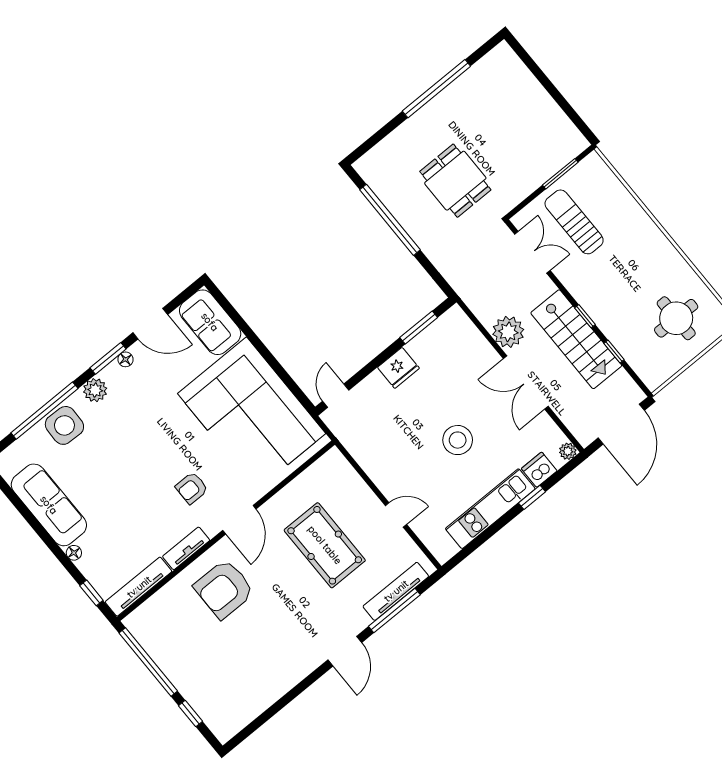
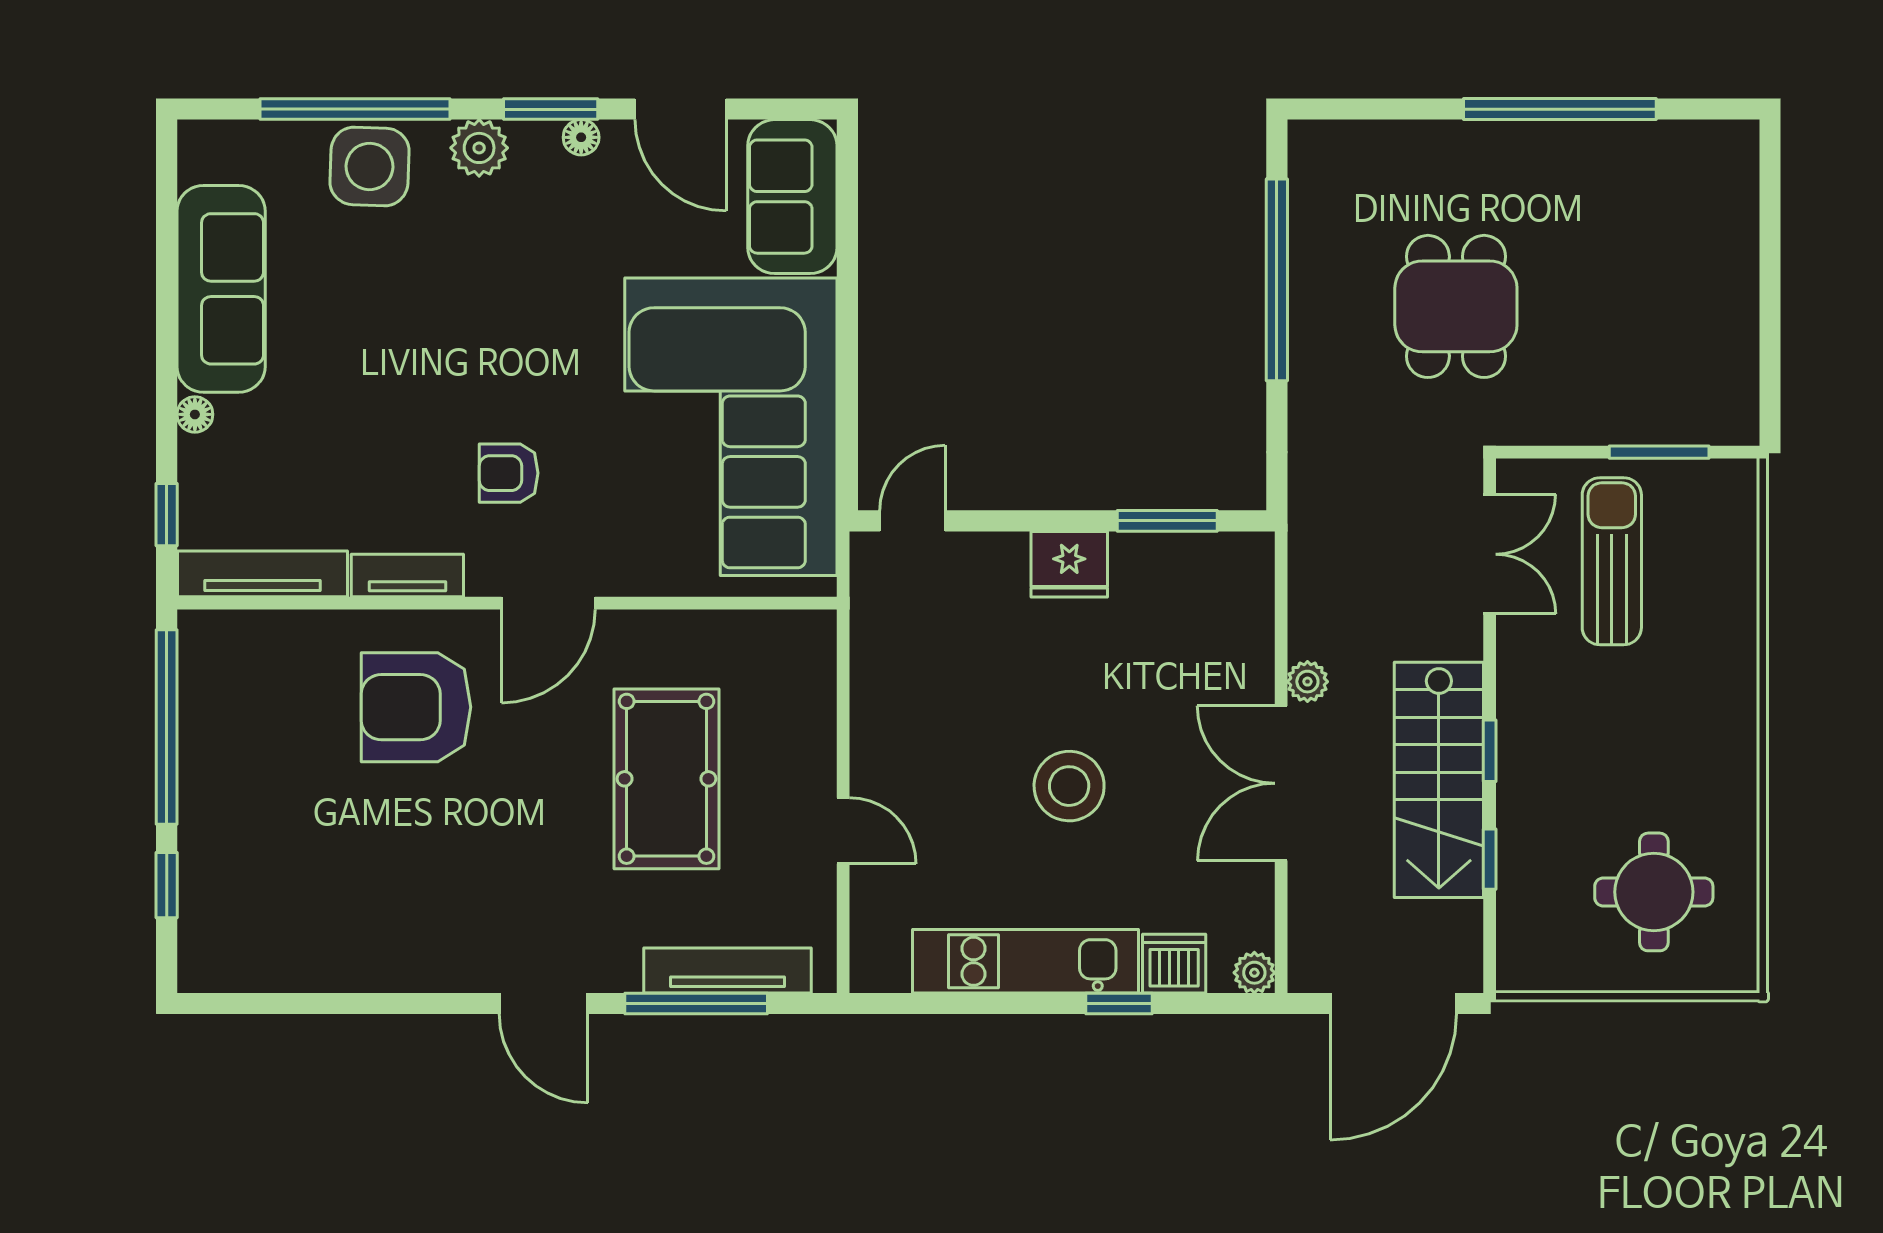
plant: (508, 332) -> (1307, 682), width x0.53, depth x0.53
door: (345, 651) -> (543, 1004), hinge flipped

